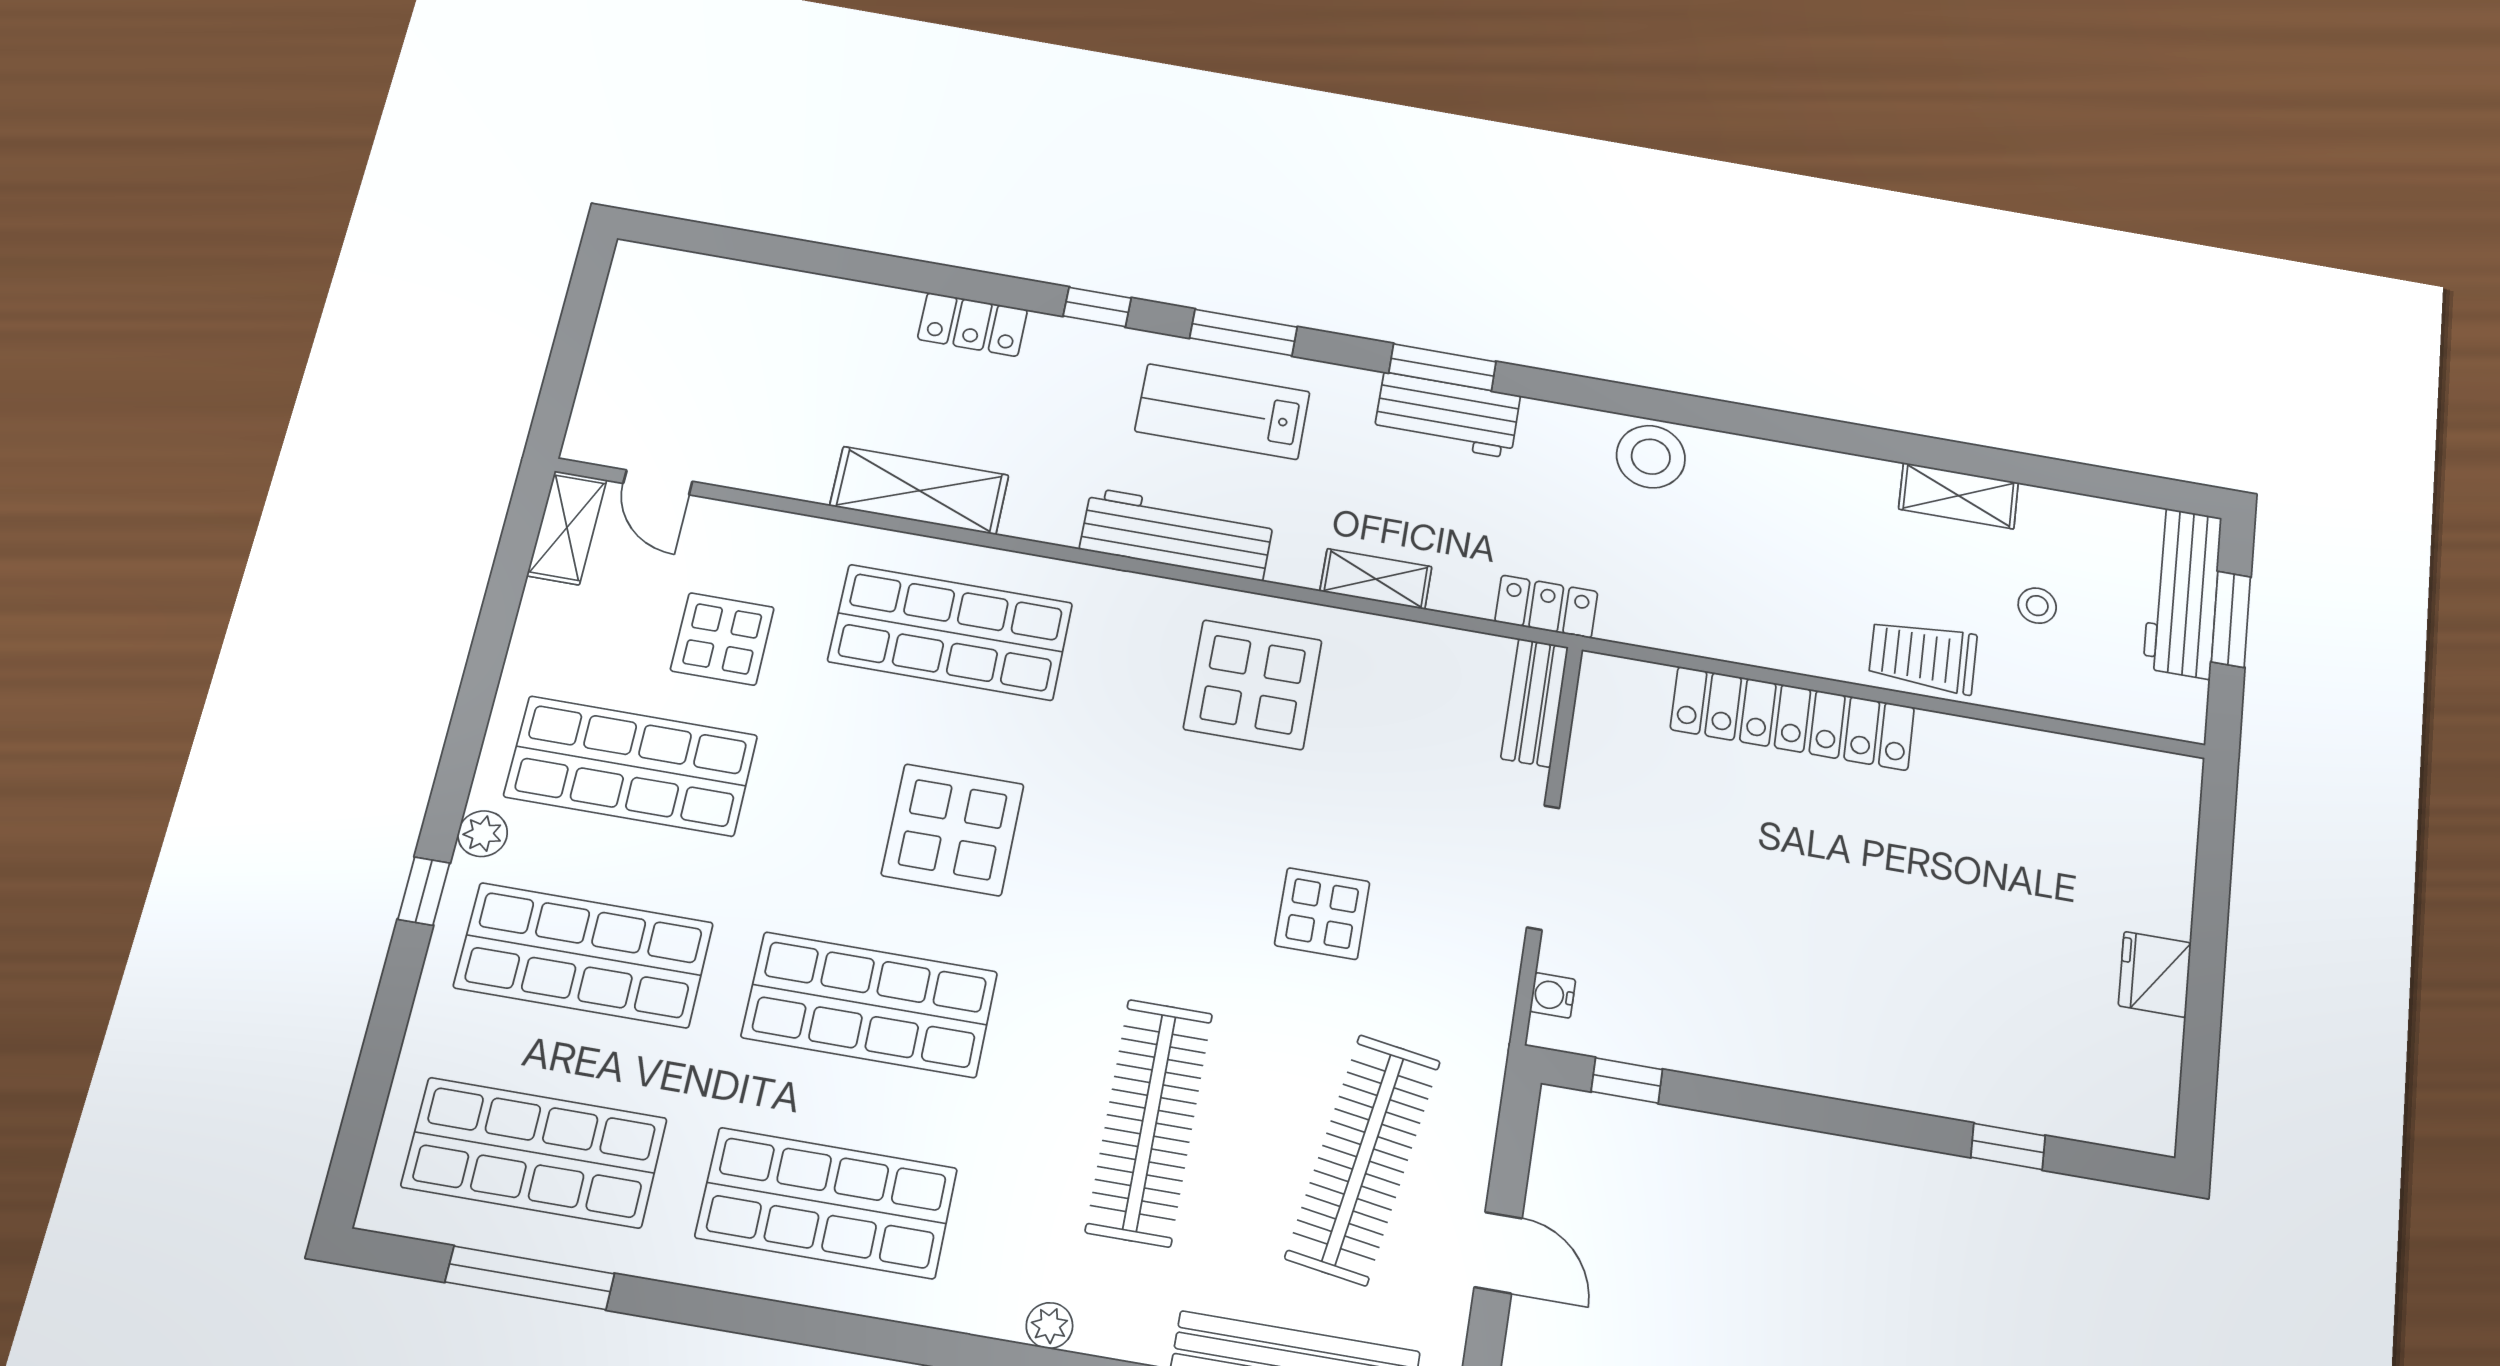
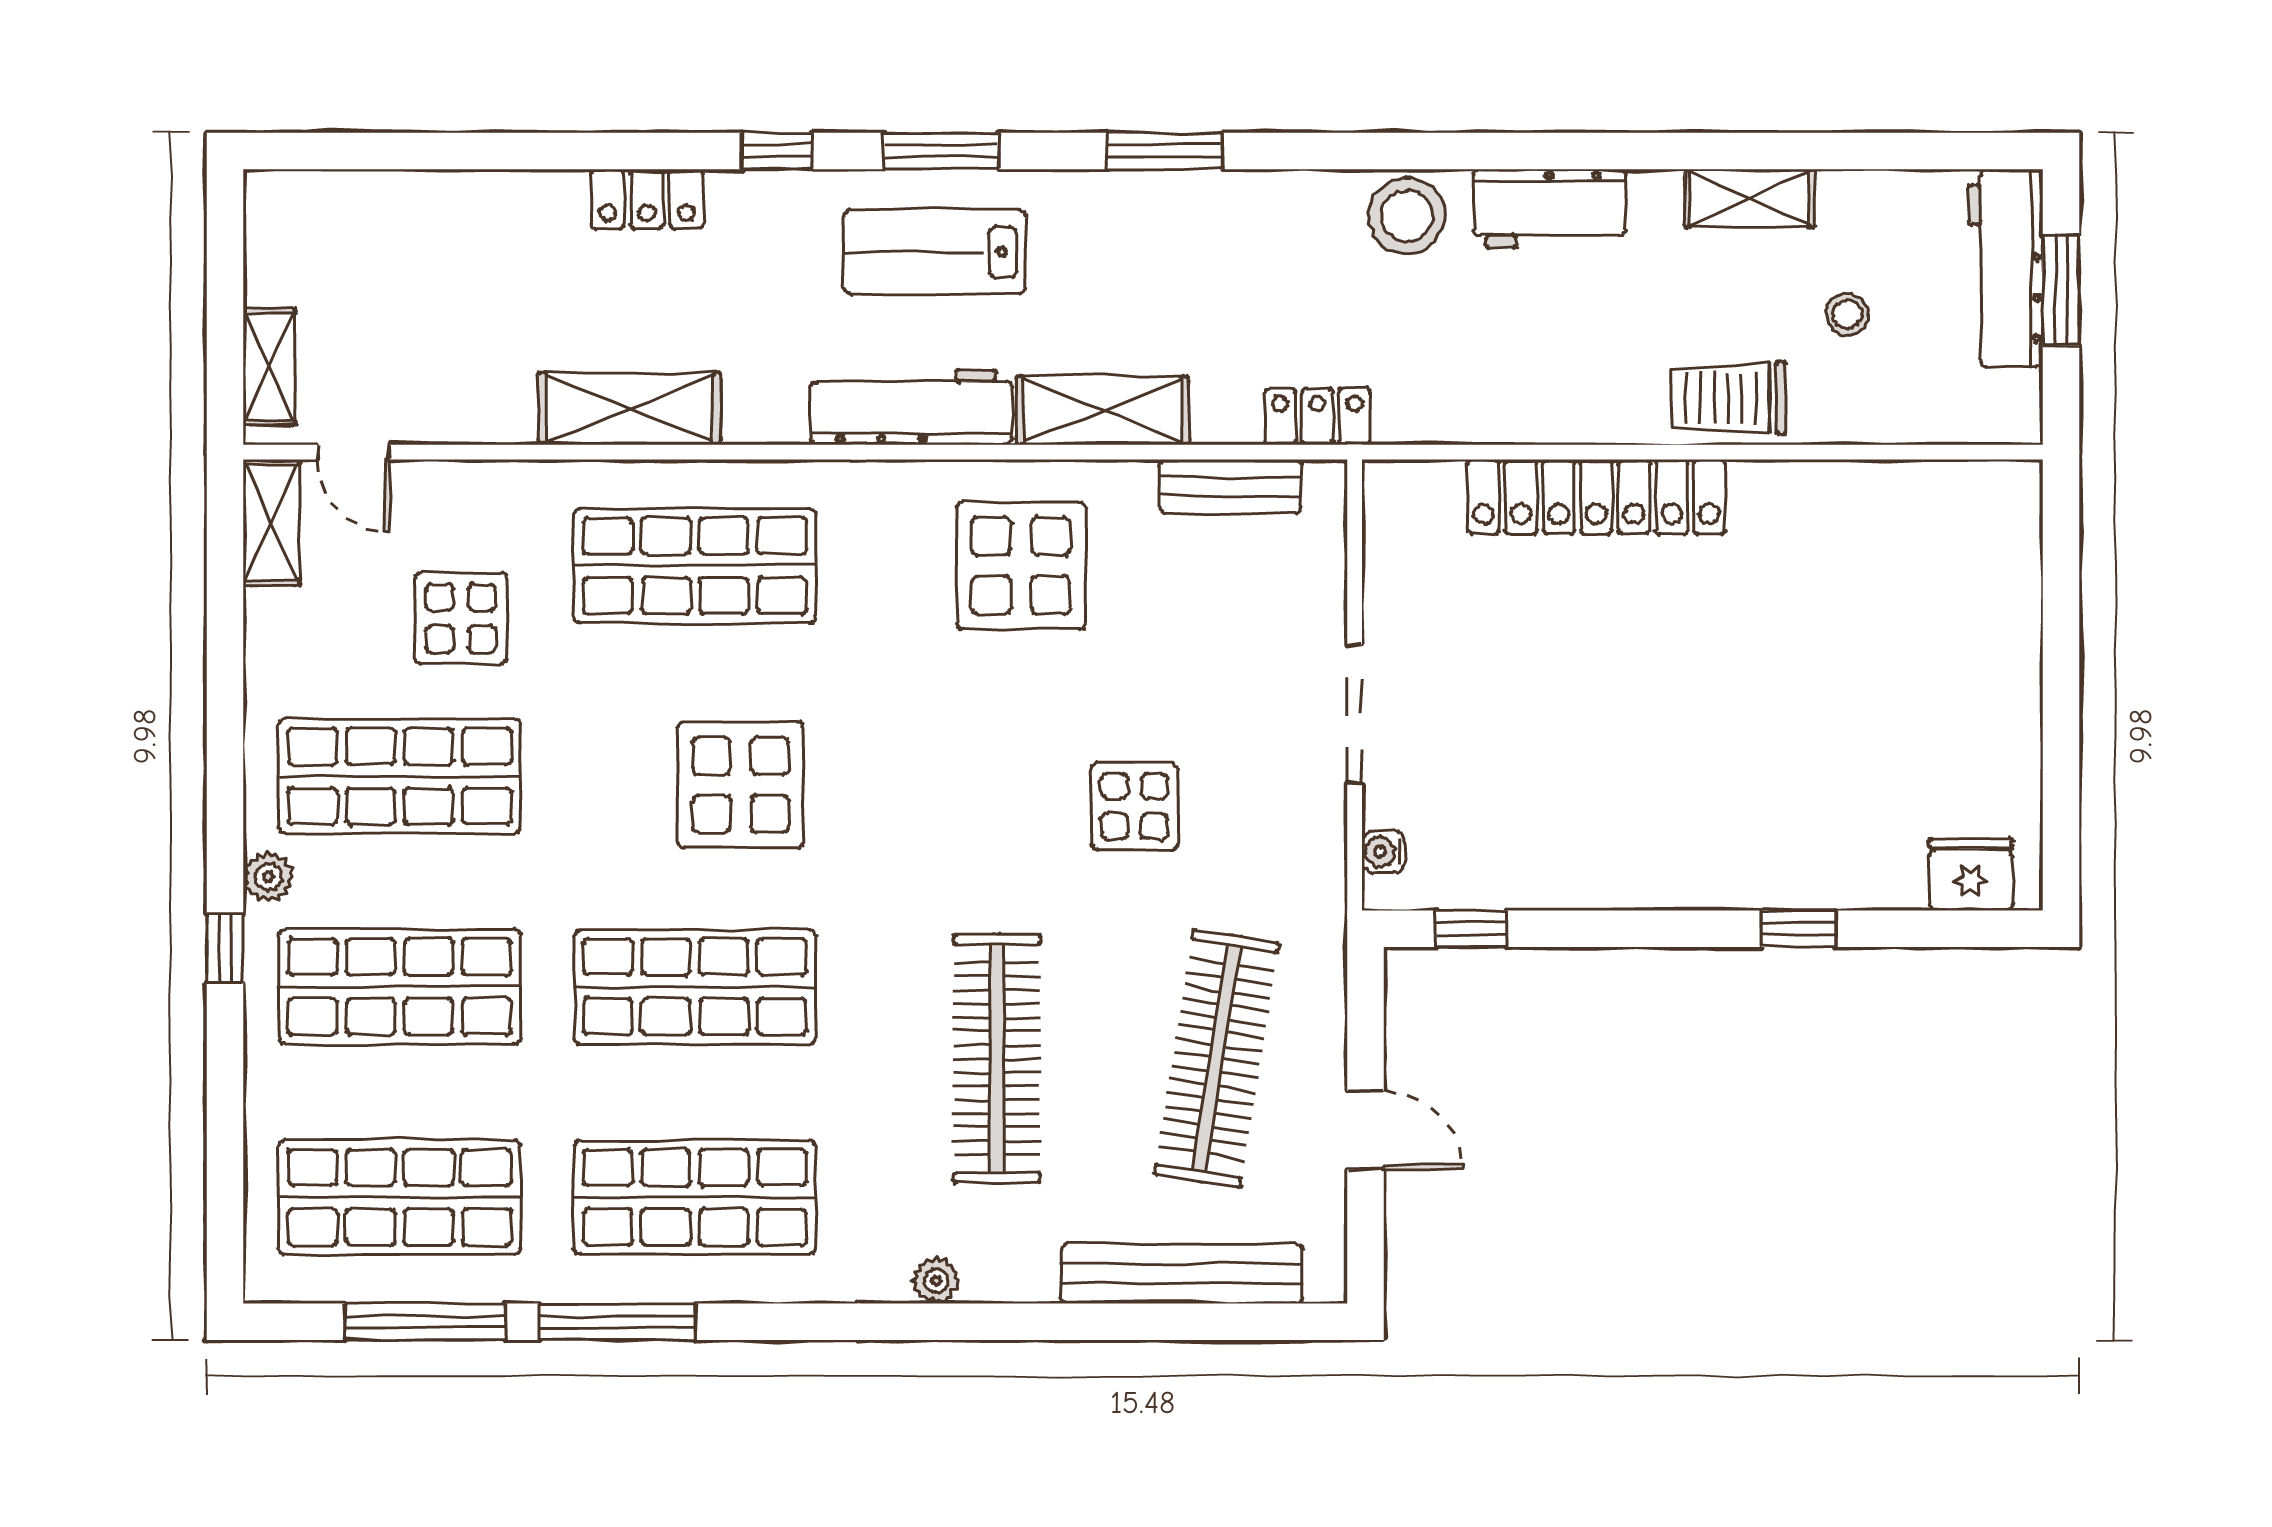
shelving: (599, 399) -> (269, 367), added
workbench: (1447, 415) -> (1550, 209), moved
shelving: (1376, 579) -> (1103, 410), width x1.50, depth x1.33
bench: (1535, 703) -> (1230, 486), moved, turned 90
fridge: (2155, 974) -> (1971, 875), moved, turned 90
window: (2008, 1146) -> (1799, 929), moved
window: (723, 1311) -> (617, 1322), added

